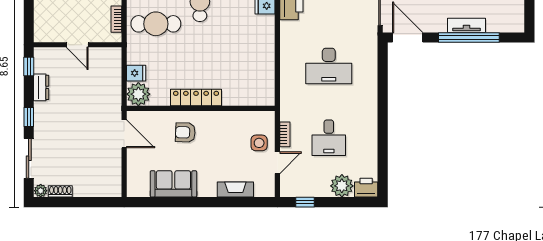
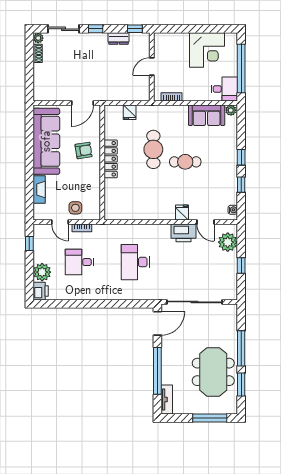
cafe table: (156, 24) -> (153, 149), moved
tv unit: (466, 25) -> (167, 400), moved
plant: (138, 94) -> (113, 114), removed
armchair: (185, 132) -> (84, 151), turned 79
sofa: (173, 184) -> (46, 141), width x1.85, depth x1.27

